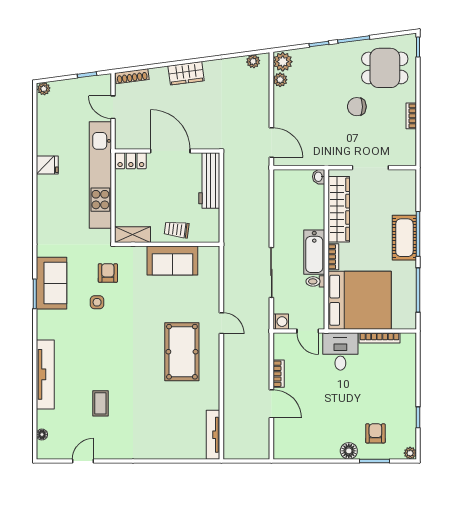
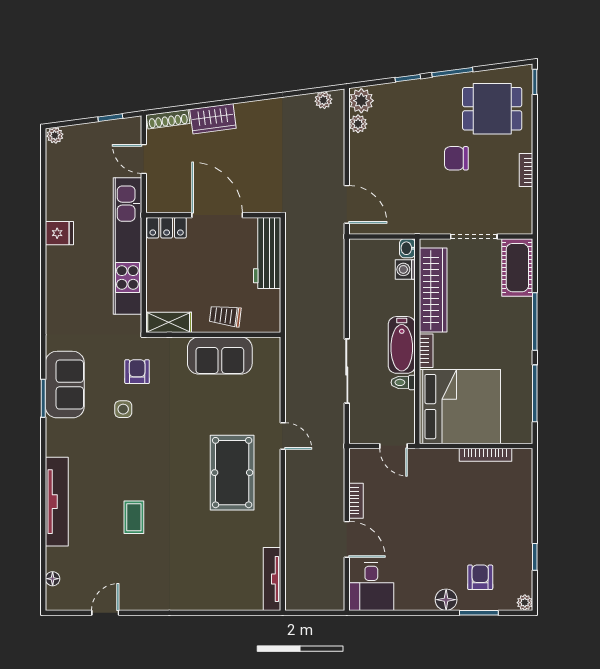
wardrobe: (186, 73) -> (213, 119), moved
cot: (404, 238) -> (517, 268), moved
washing machine: (281, 322) -> (405, 269), moved, turned 180
desk: (340, 351) -> (371, 586), moved, turned 180
coffee table: (100, 403) -> (134, 517), moved

